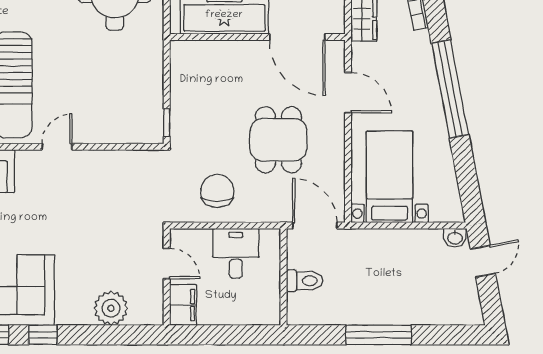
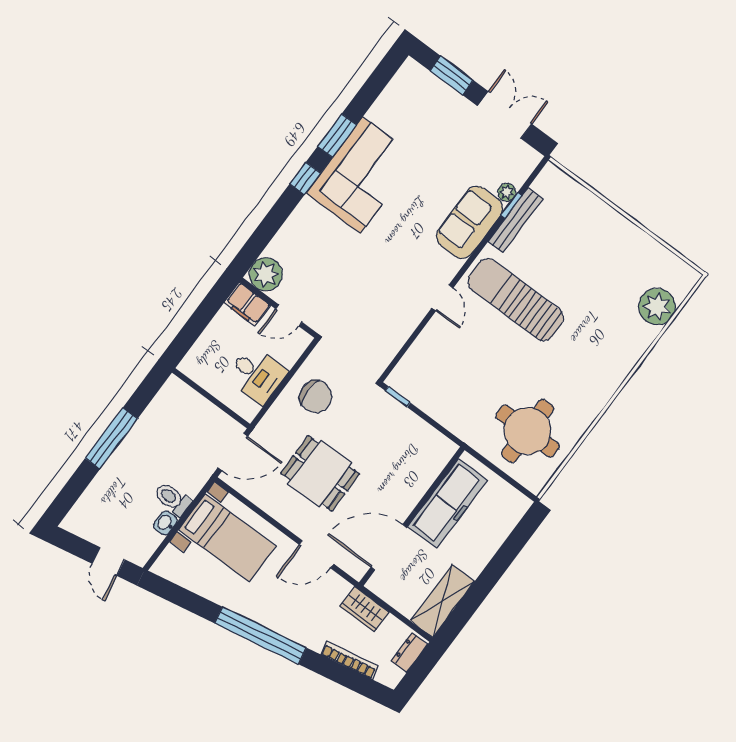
washbasin: (455, 238) -> (165, 523), moved
toilet: (305, 281) -> (173, 499), moved, turned 90
plant: (111, 308) -> (266, 274), moved

